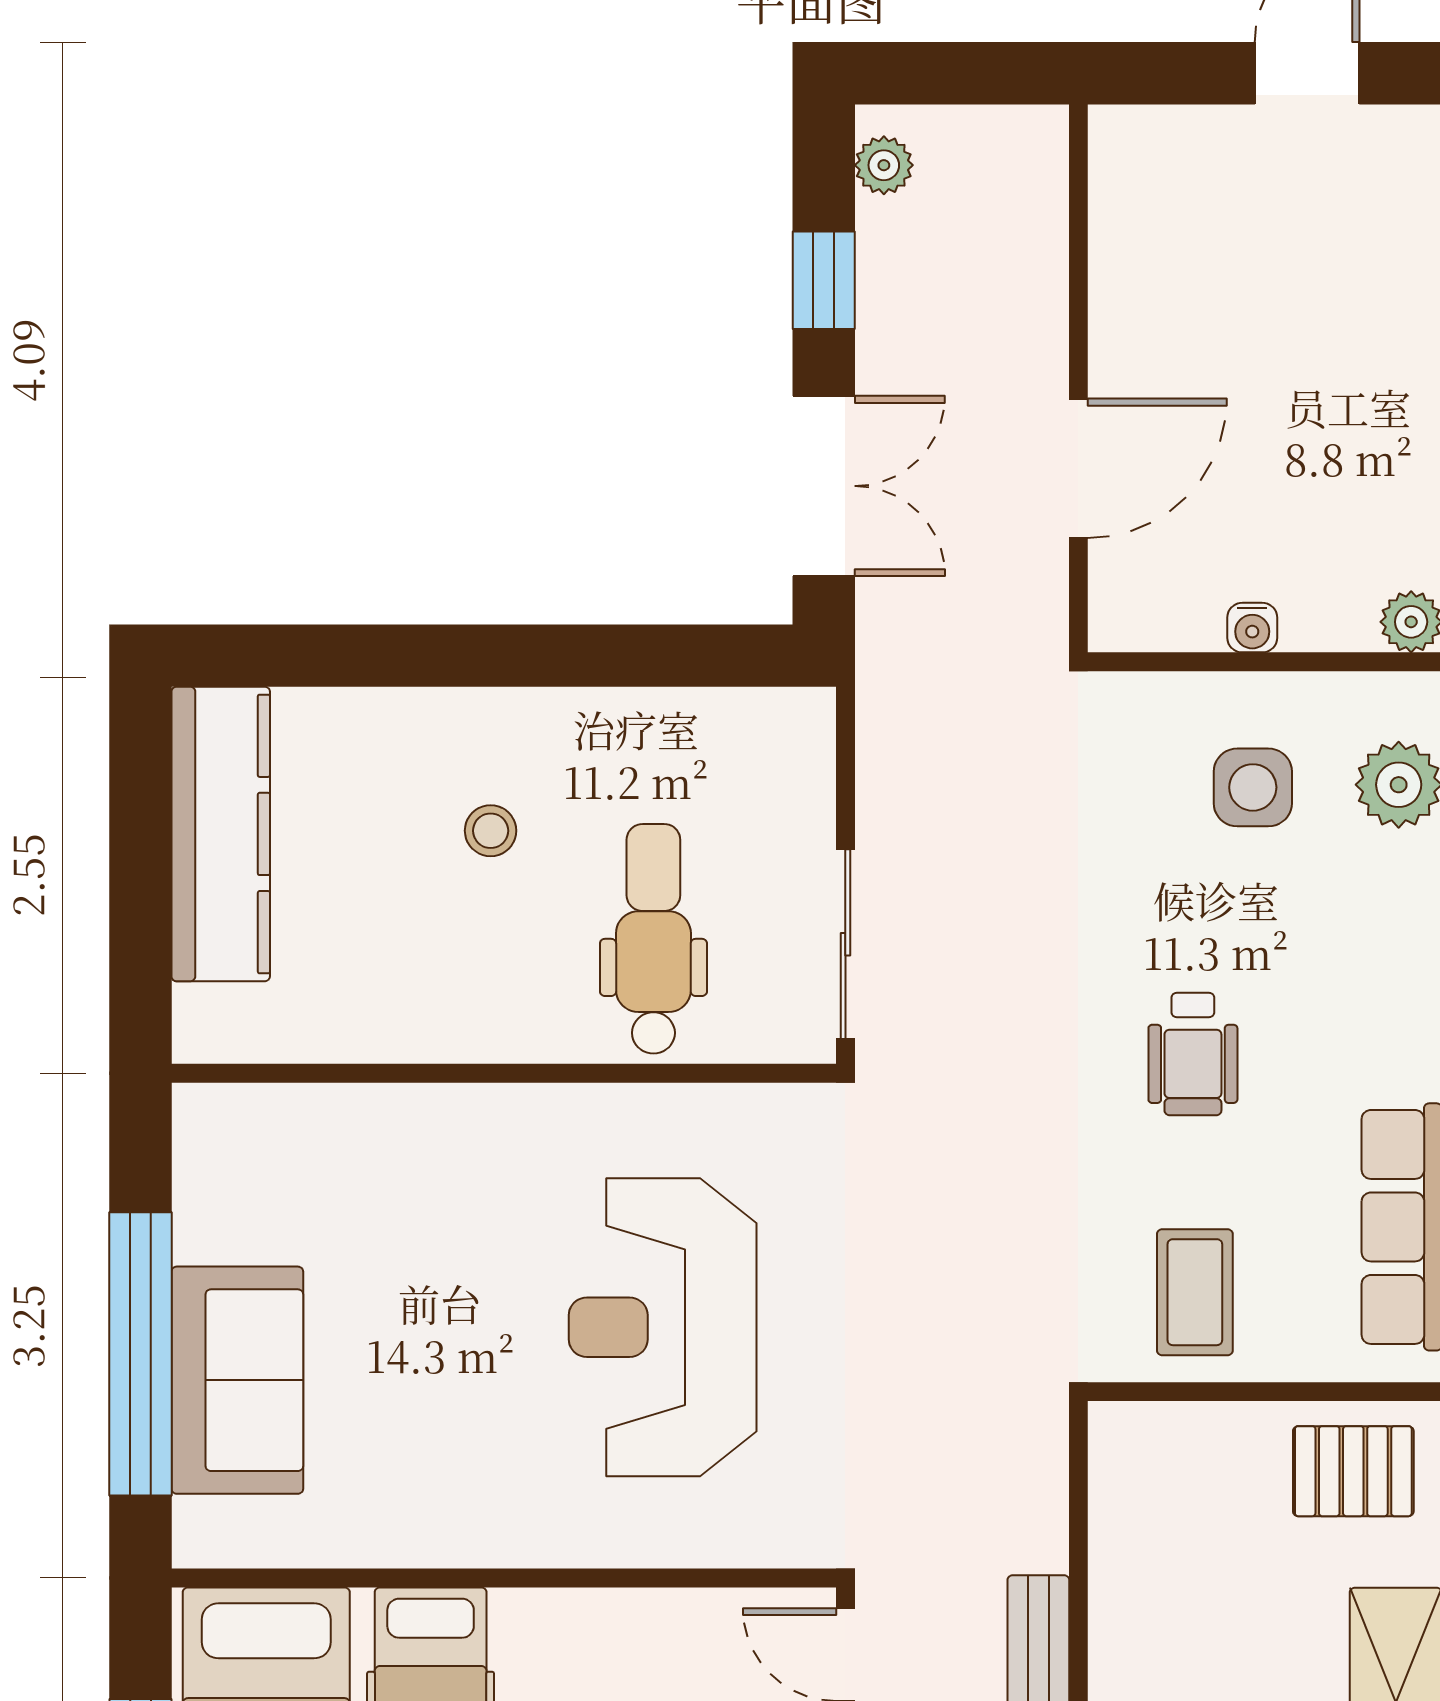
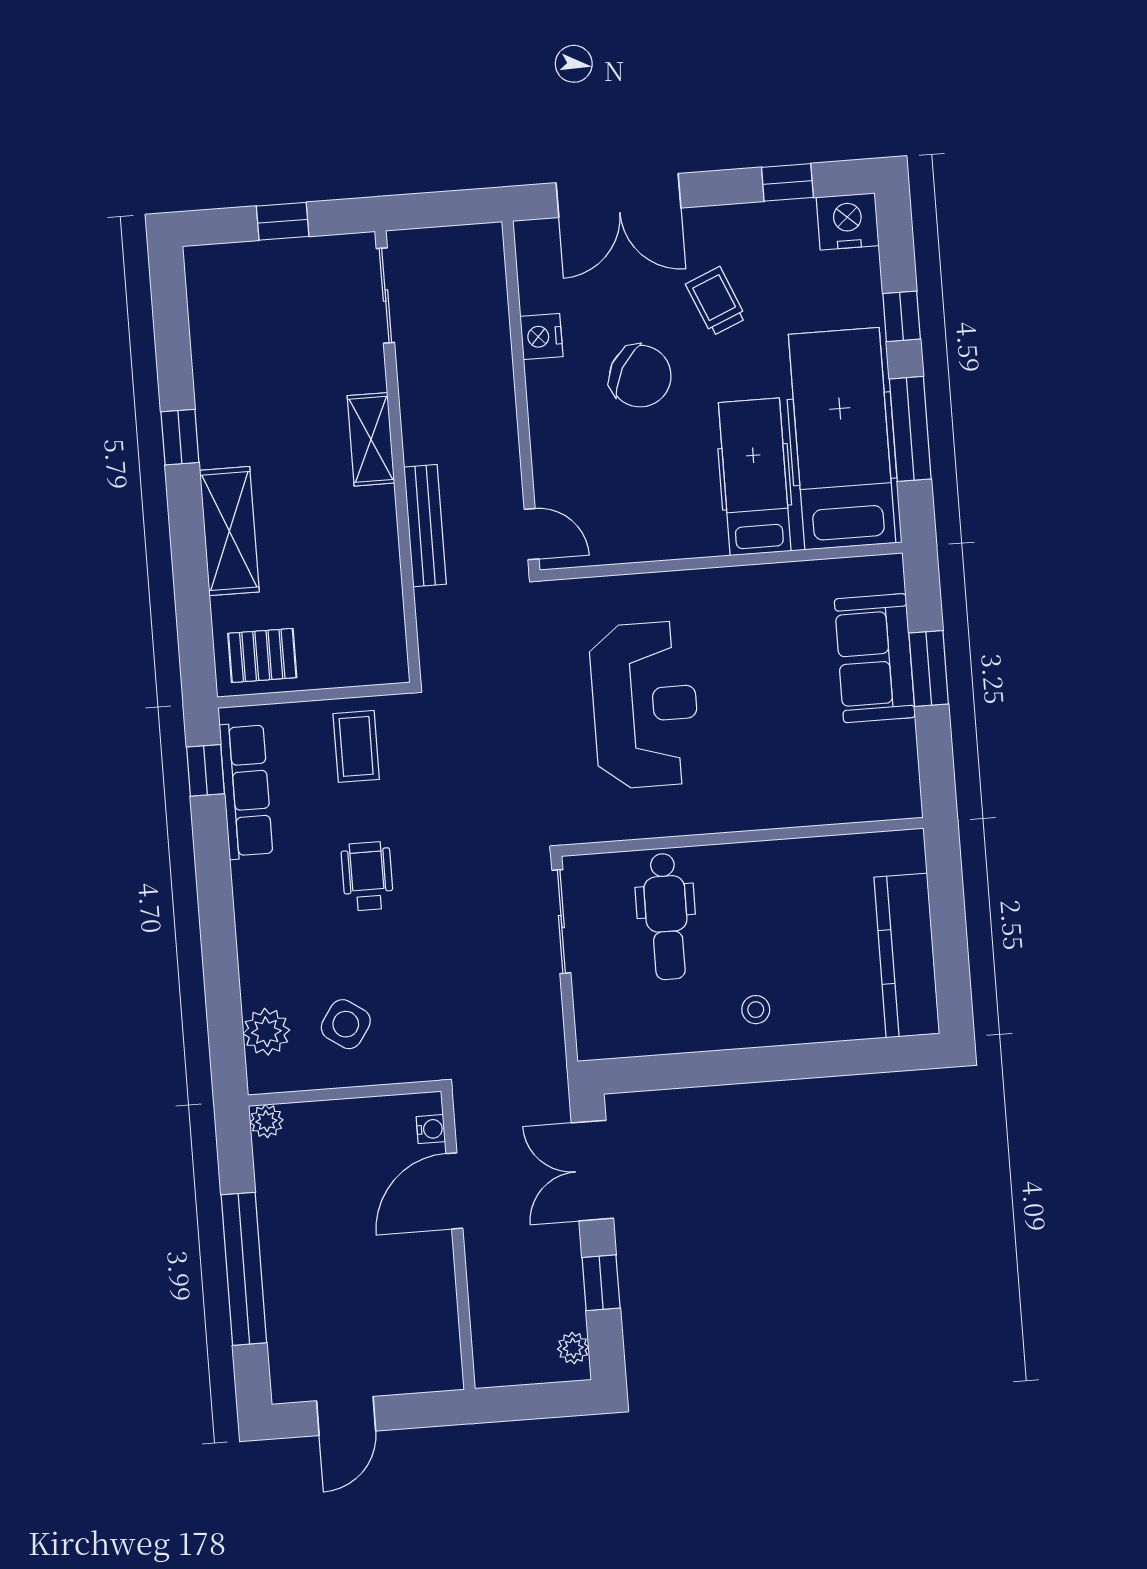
water cooler: (1252, 628) -> (431, 1129), moved, turned 90
side table: (1253, 787) -> (346, 1024), turned 34
stool: (491, 831) -> (756, 1010), moved
window: (140, 1354) -> (929, 669), width x0.47

